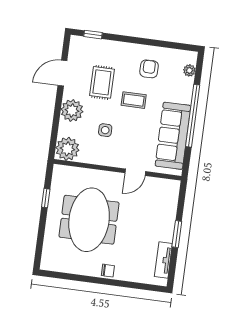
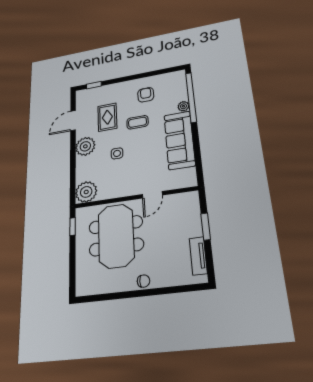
plant: (189, 70) -> (183, 106), moved
window: (193, 116) -> (191, 97), moved
plant: (67, 149) -> (86, 192), moved
wall: (117, 170) -> (135, 197), moved
door: (135, 172) -> (152, 195), moved

